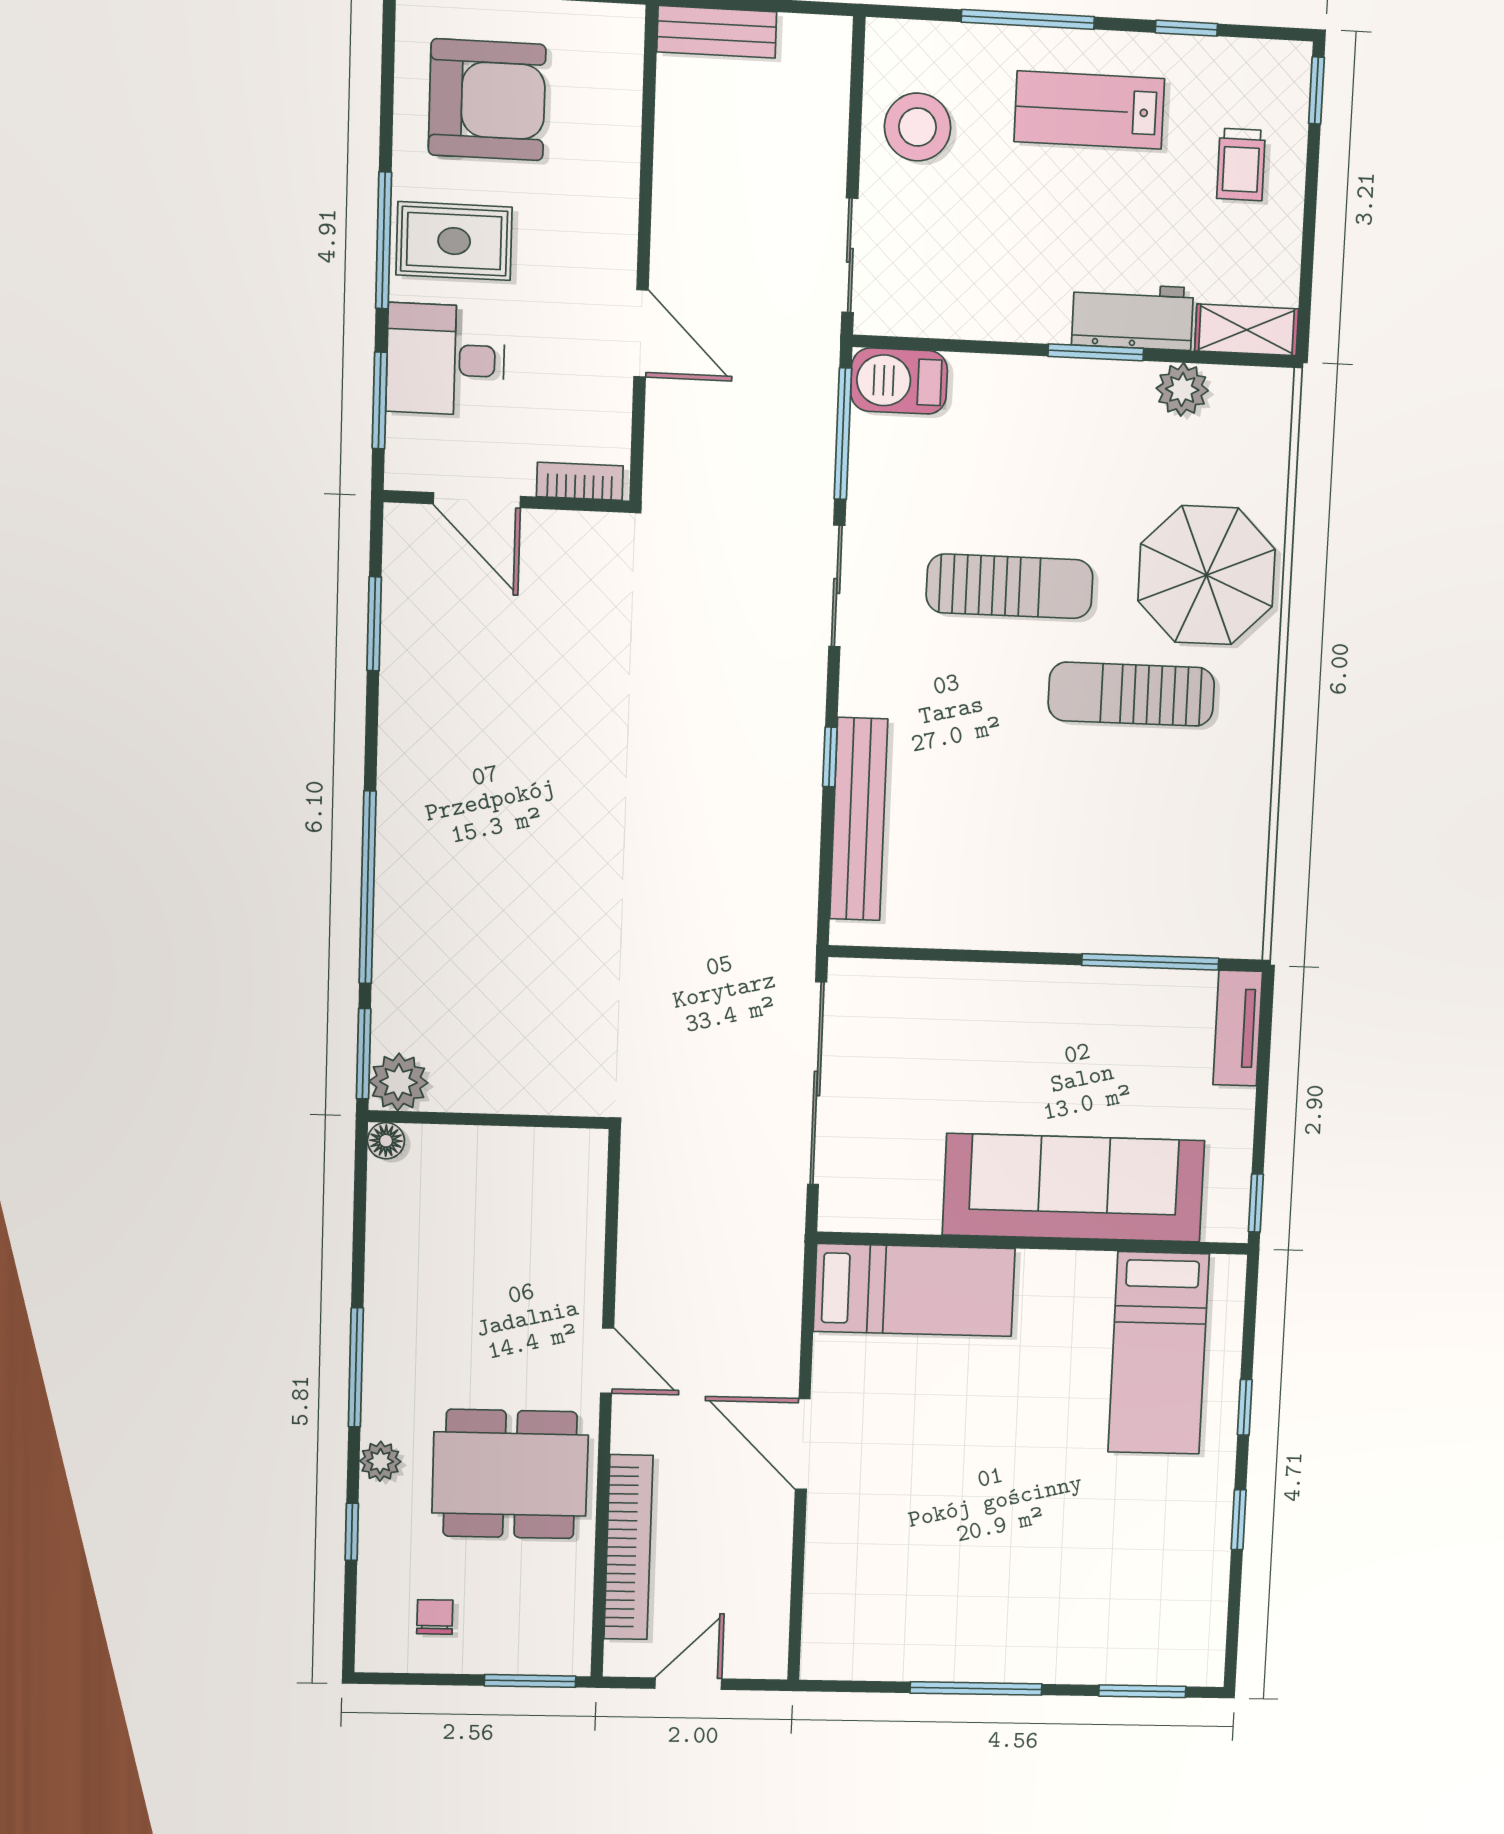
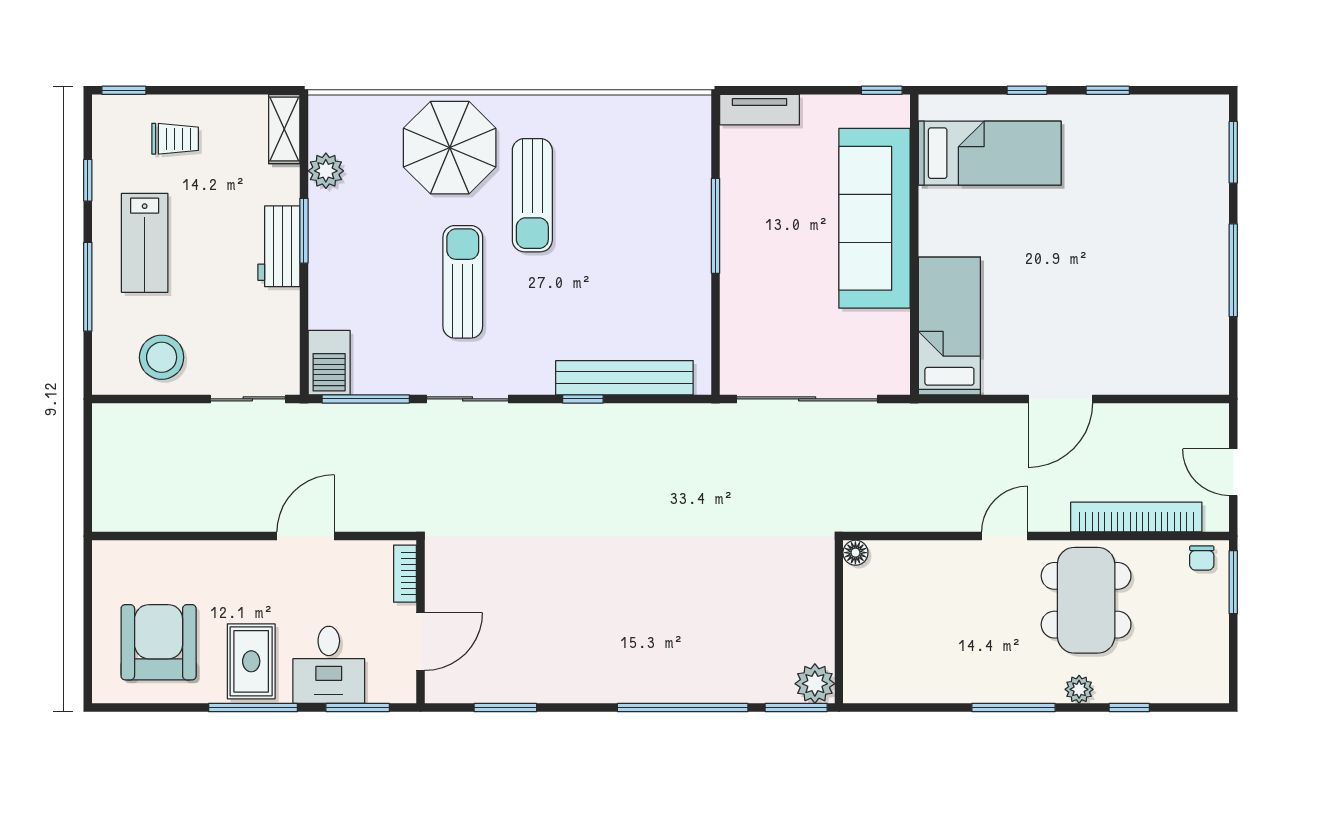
bench: (717, 32) -> (107, 493), removed
workbench: (1133, 316) -> (279, 246), moved
window: (1150, 962) -> (715, 226), moved
floor lamp: (386, 1141) -> (855, 553), moved
chair: (435, 1617) -> (1202, 558), moved, turned -90

